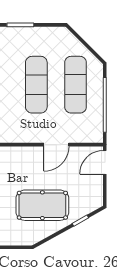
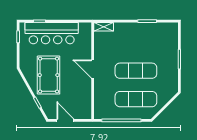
door: (56, 145) -> (93, 69), moved
door: (105, 162) -> (65, 120), moved

